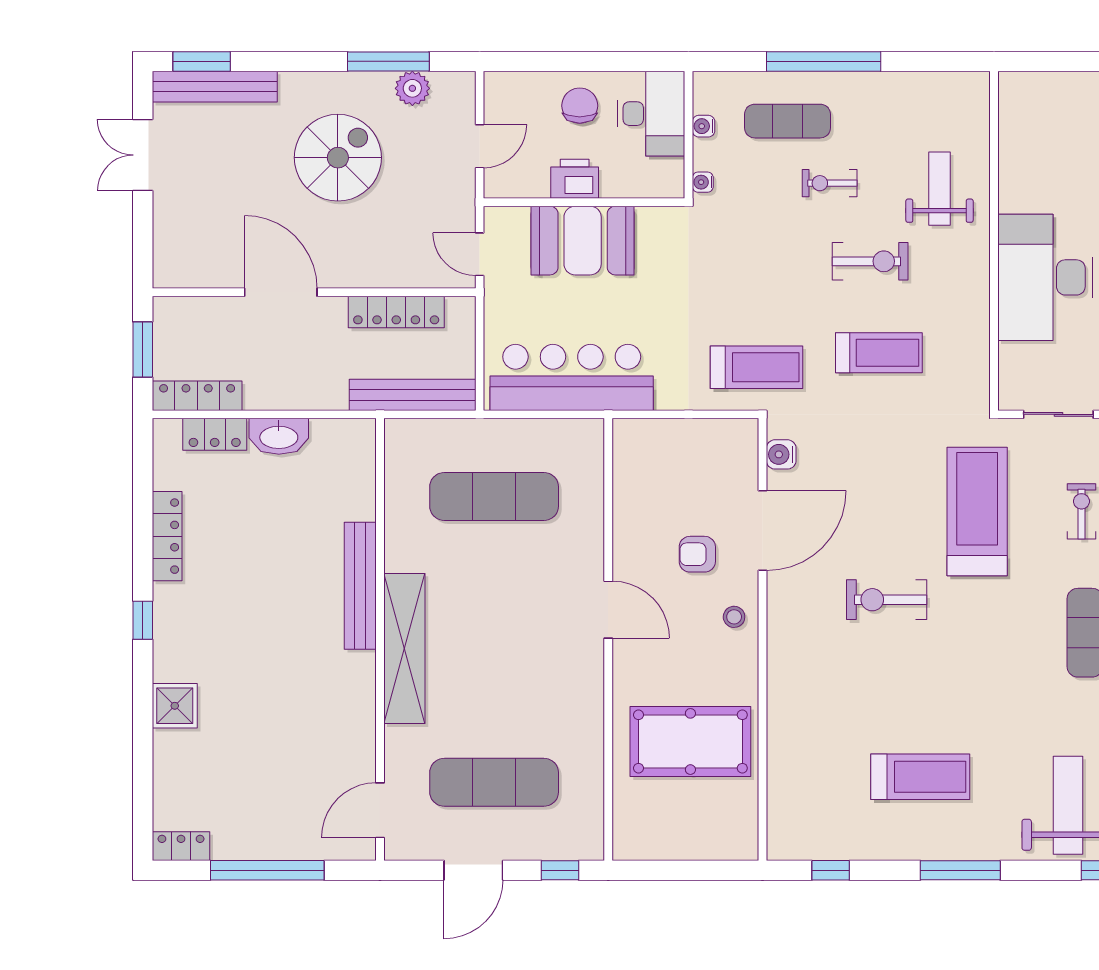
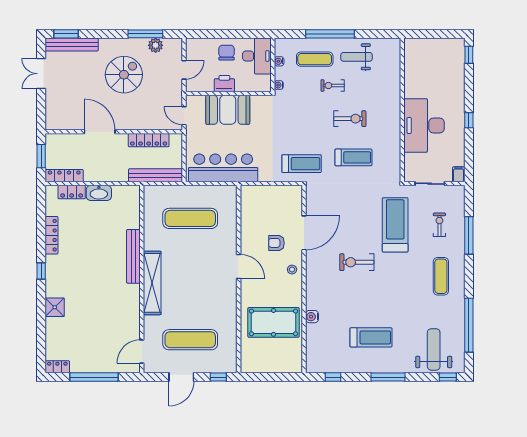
weight bench: (939, 189) -> (356, 57), moved, turned -90
water cooler: (781, 454) -> (312, 317), moved

